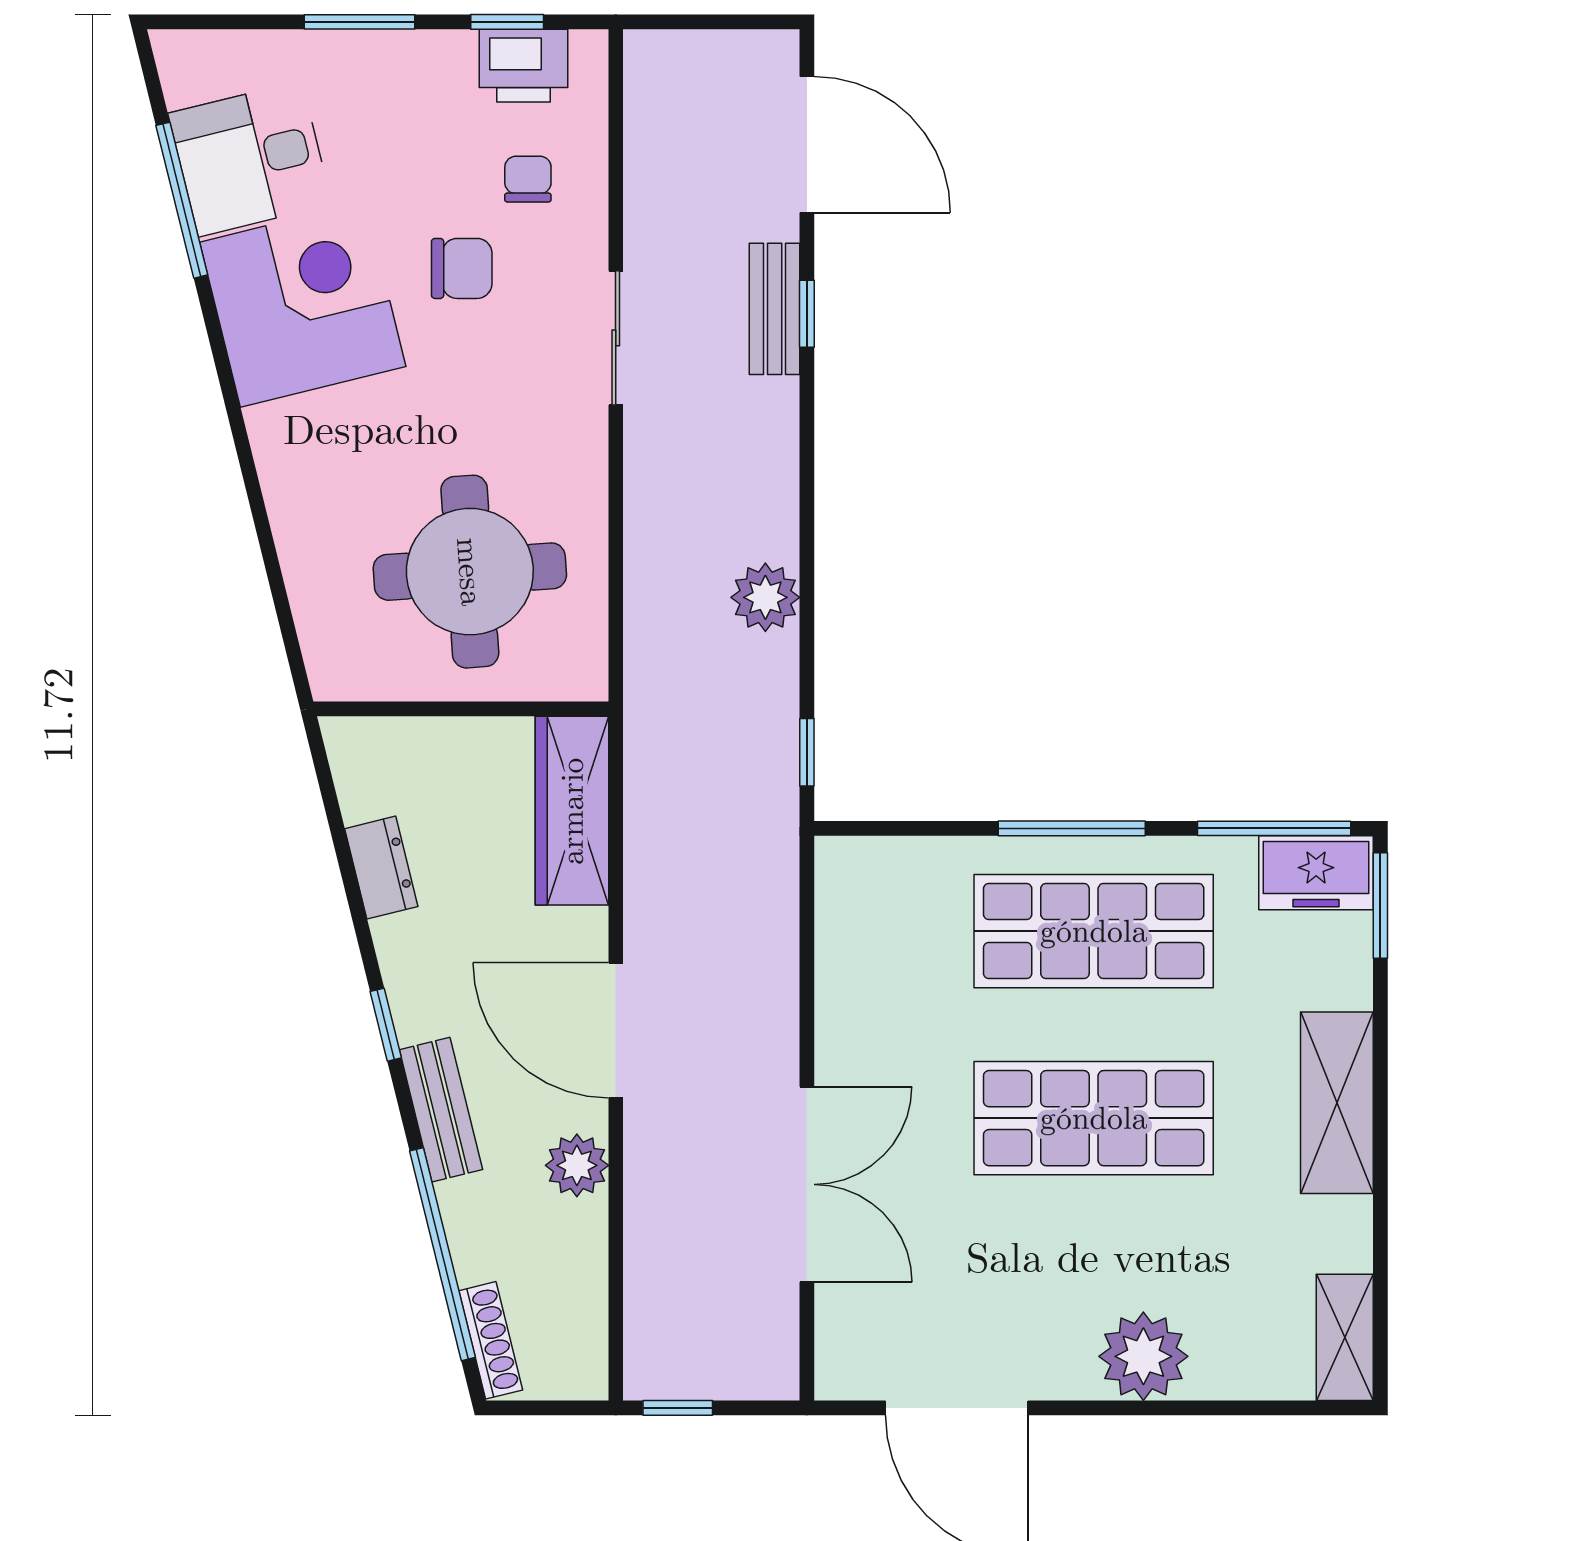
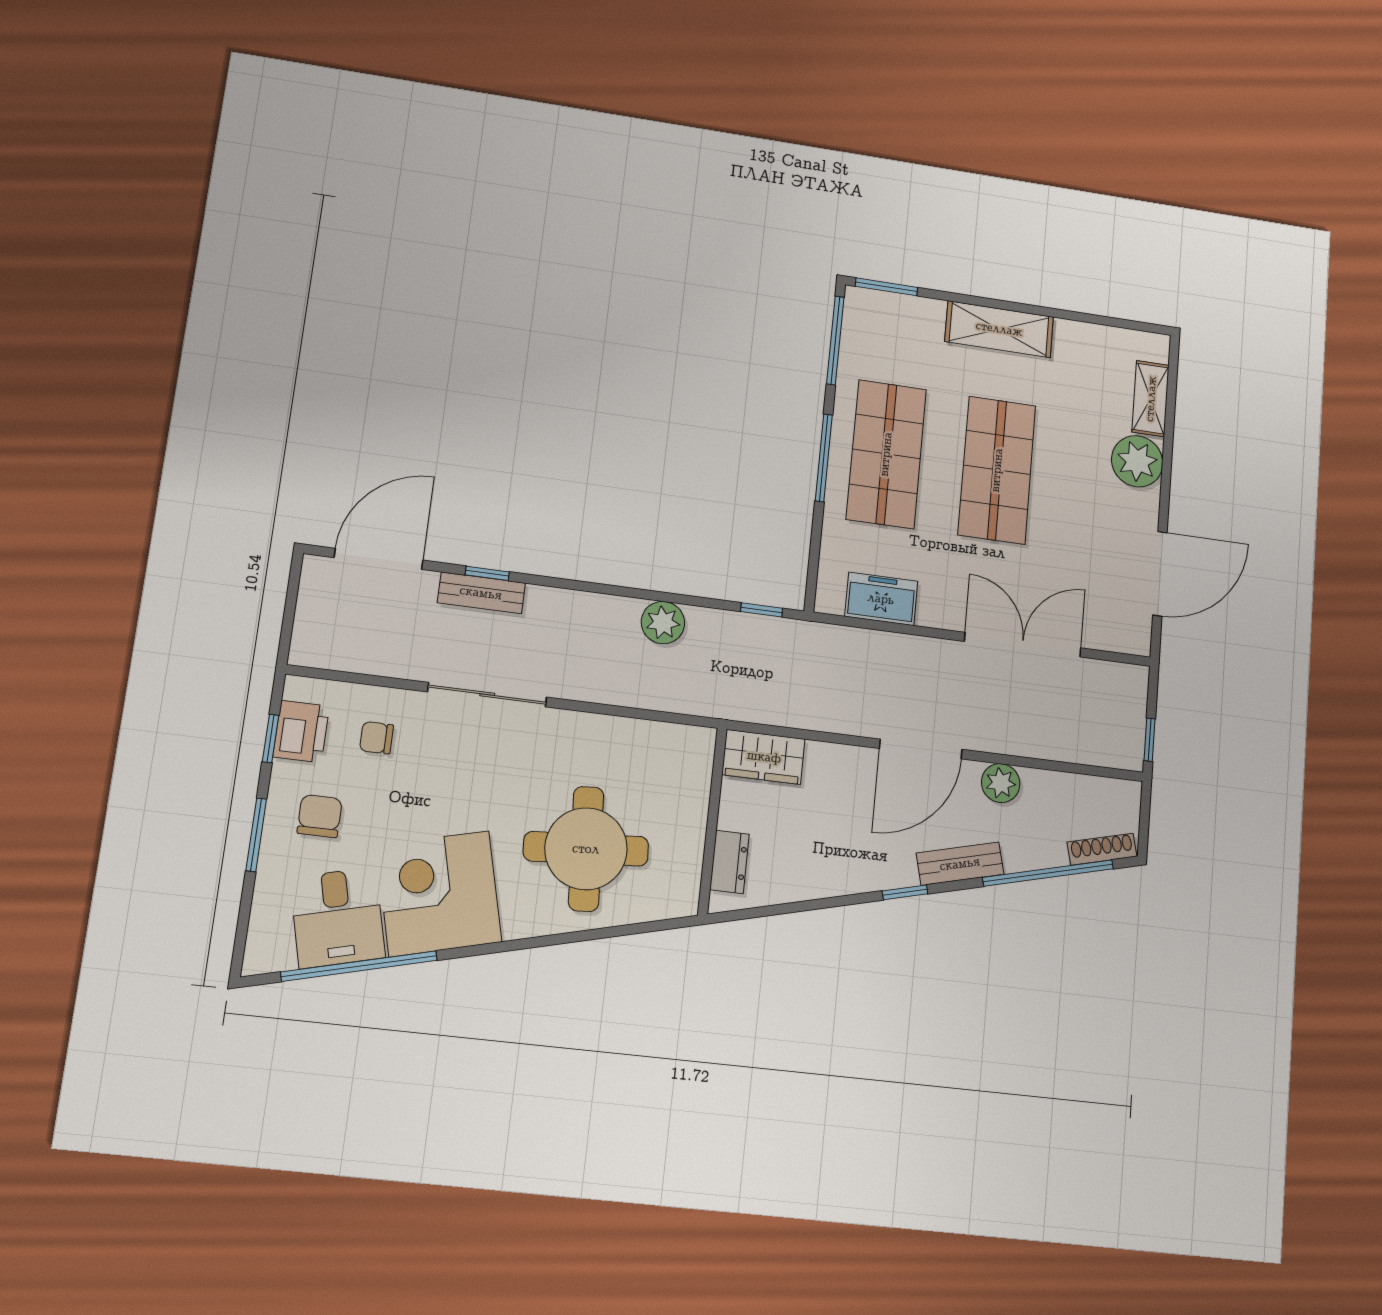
window: (182, 200) -> (359, 966), width x1.46
chair: (462, 268) -> (320, 816), moved
sliding door: (616, 338) -> (487, 695), width x1.37
round table: (470, 572) -> (586, 849), moved
wardrobe: (572, 811) -> (764, 757), width x0.67
dresser: (381, 868) -> (729, 862), moved, turned 104
freezer: (1316, 873) -> (881, 599), moved, turned -90
shelving: (1345, 1337) -> (1151, 399), moved, turned 90

